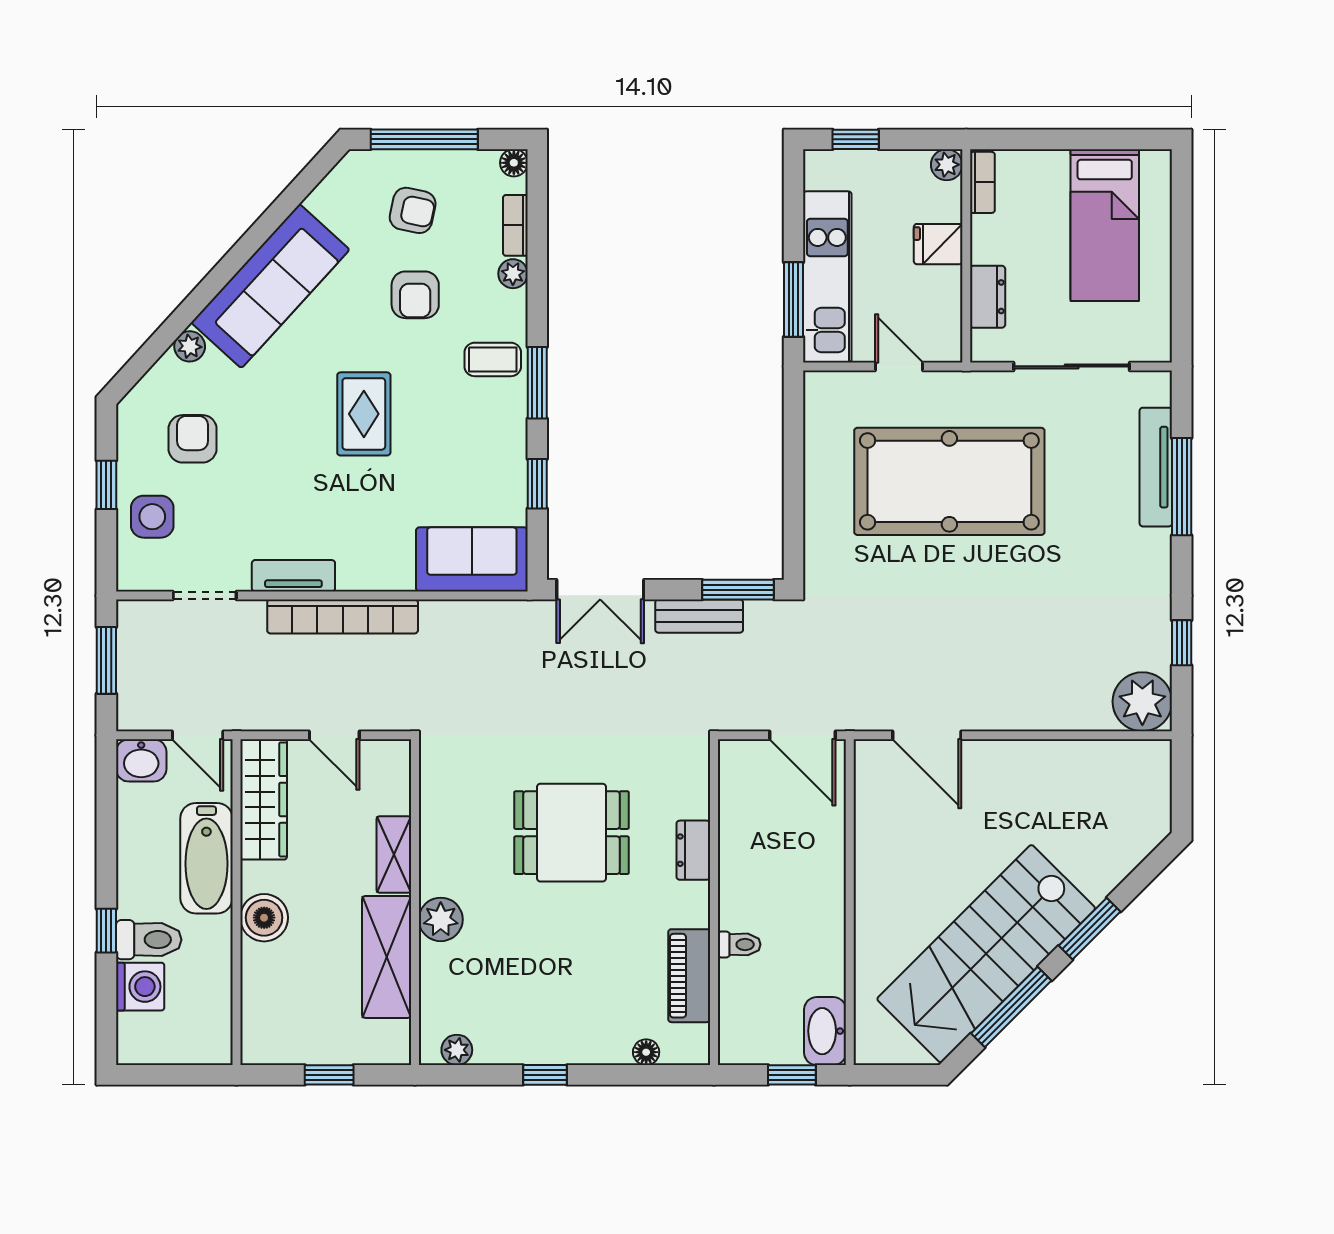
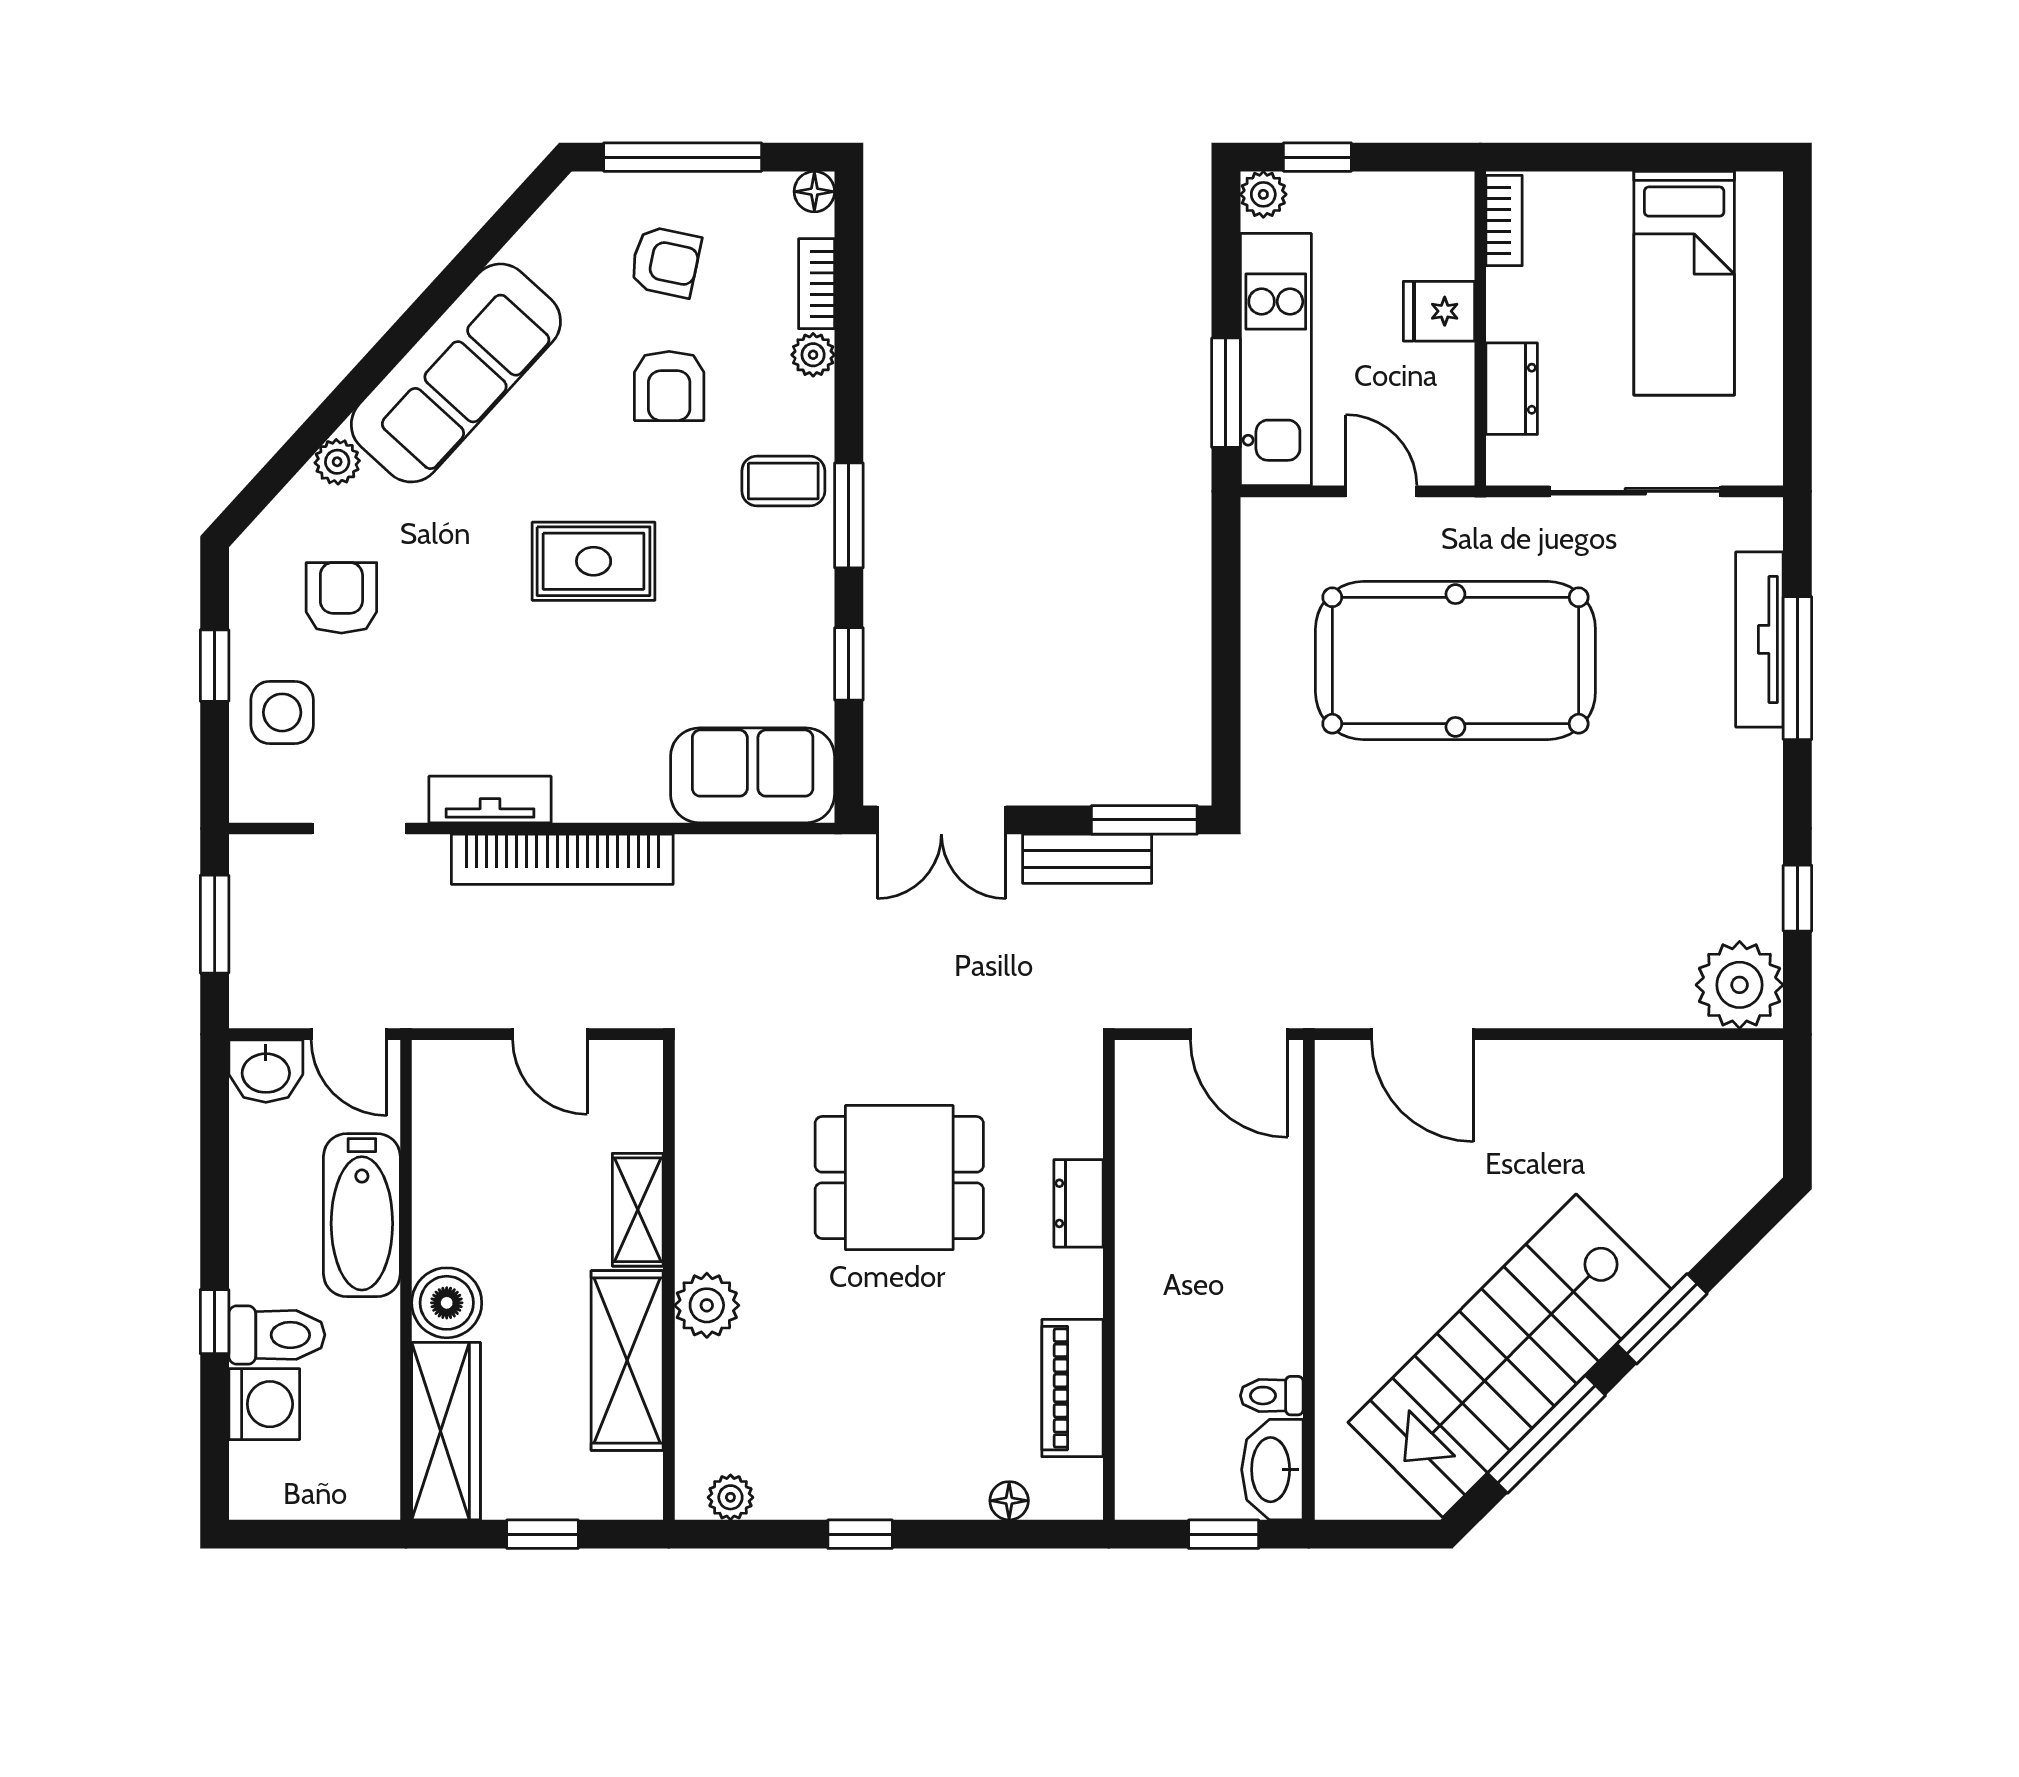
plant: (947, 165) -> (1263, 194), moved
rug: (364, 414) -> (594, 561), turned 90
wardrobe: (264, 799) -> (446, 1431), moved
toilet: (739, 944) -> (1272, 1396), moved, turned 180

